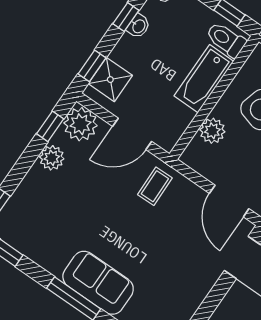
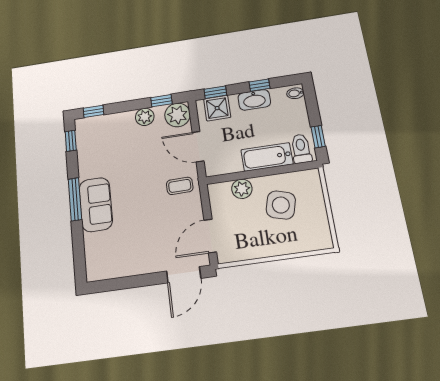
washbasin: (138, 26) -> (254, 100), width x1.91, depth x1.45

